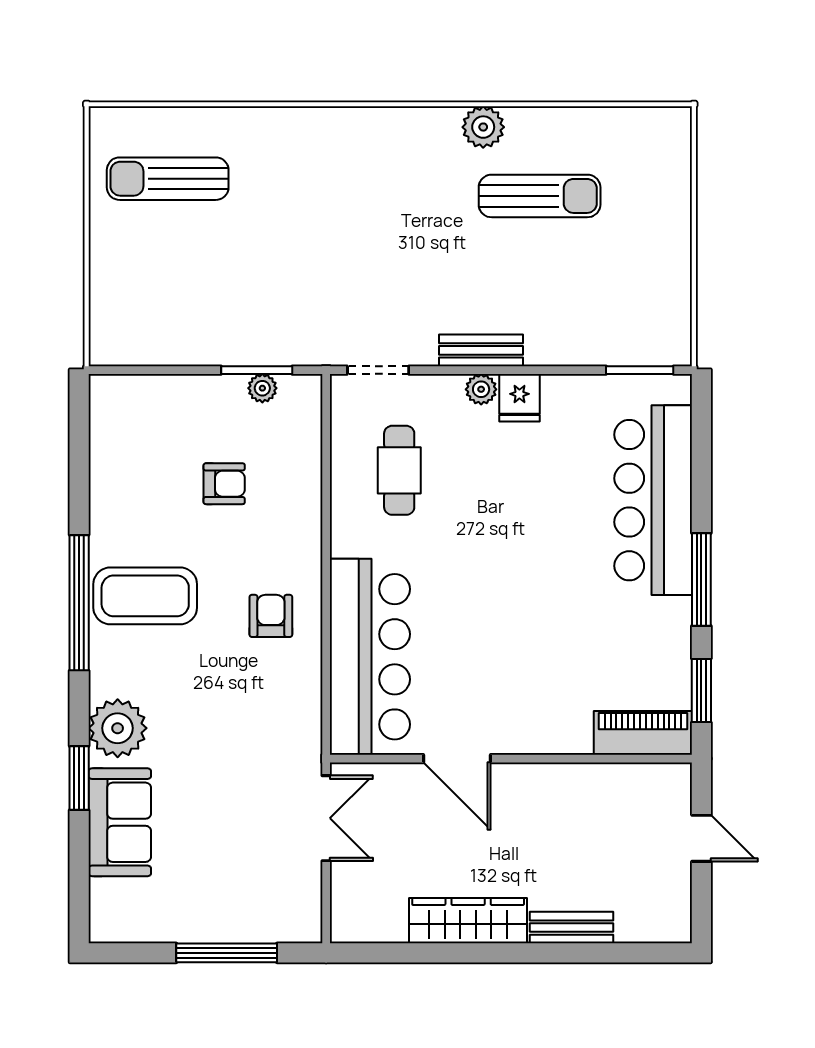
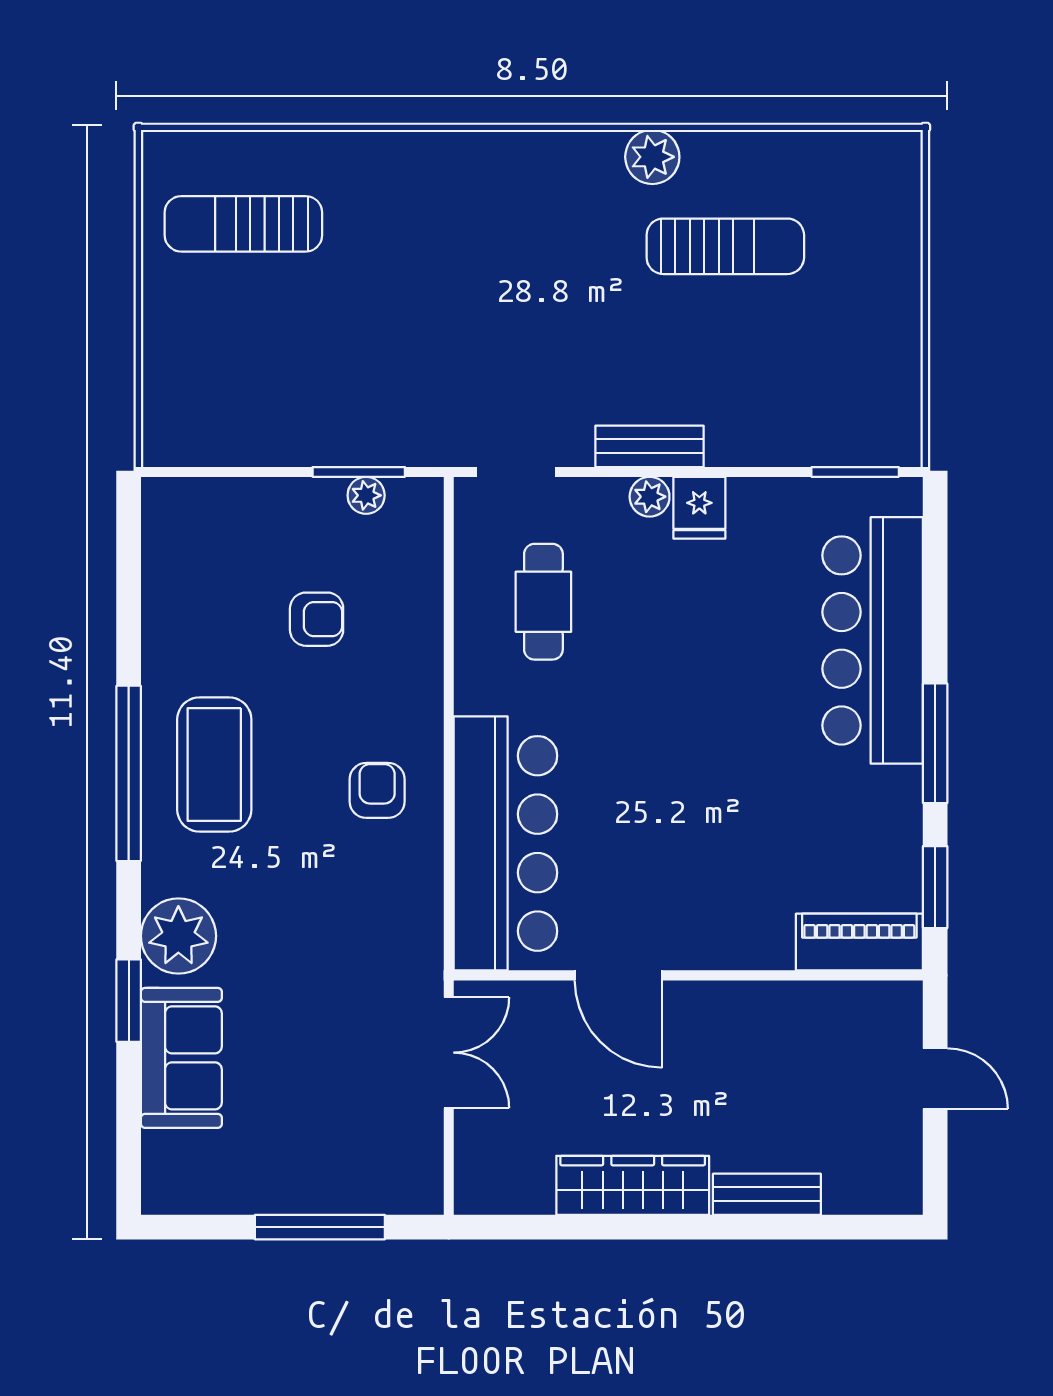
coffee table: (145, 596) -> (214, 765), turned 90

